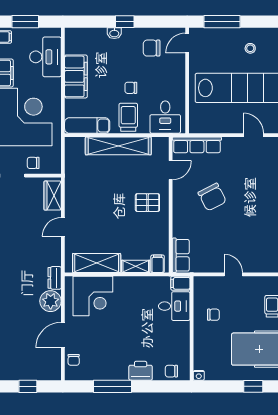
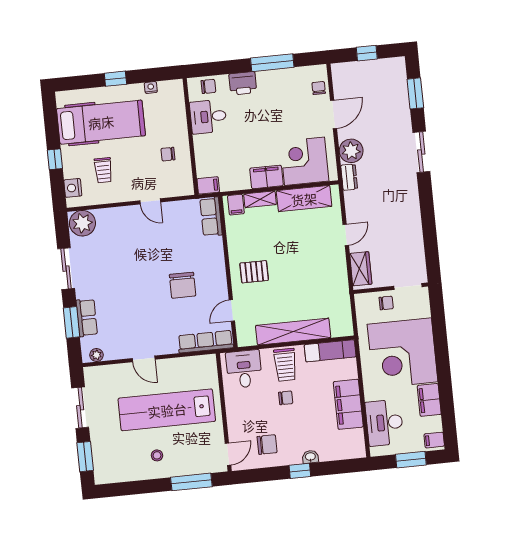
chair: (212, 197) -> (183, 285), turned -153
filing cabinet: (128, 286) -> (266, 177), added
desk: (174, 306) -> (208, 117), moved
nightstand: (199, 375) -> (151, 87), moved

